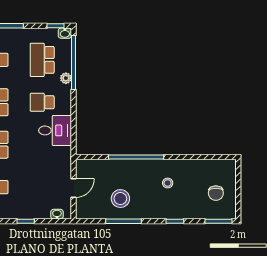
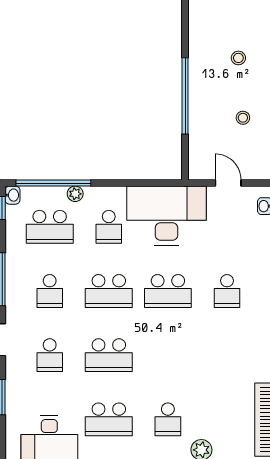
desk: (55, 130) -> (166, 216), width x1.87, depth x1.30
stool: (168, 183) -> (238, 58), moved
stool: (120, 199) -> (243, 118), width x0.53, depth x0.53

